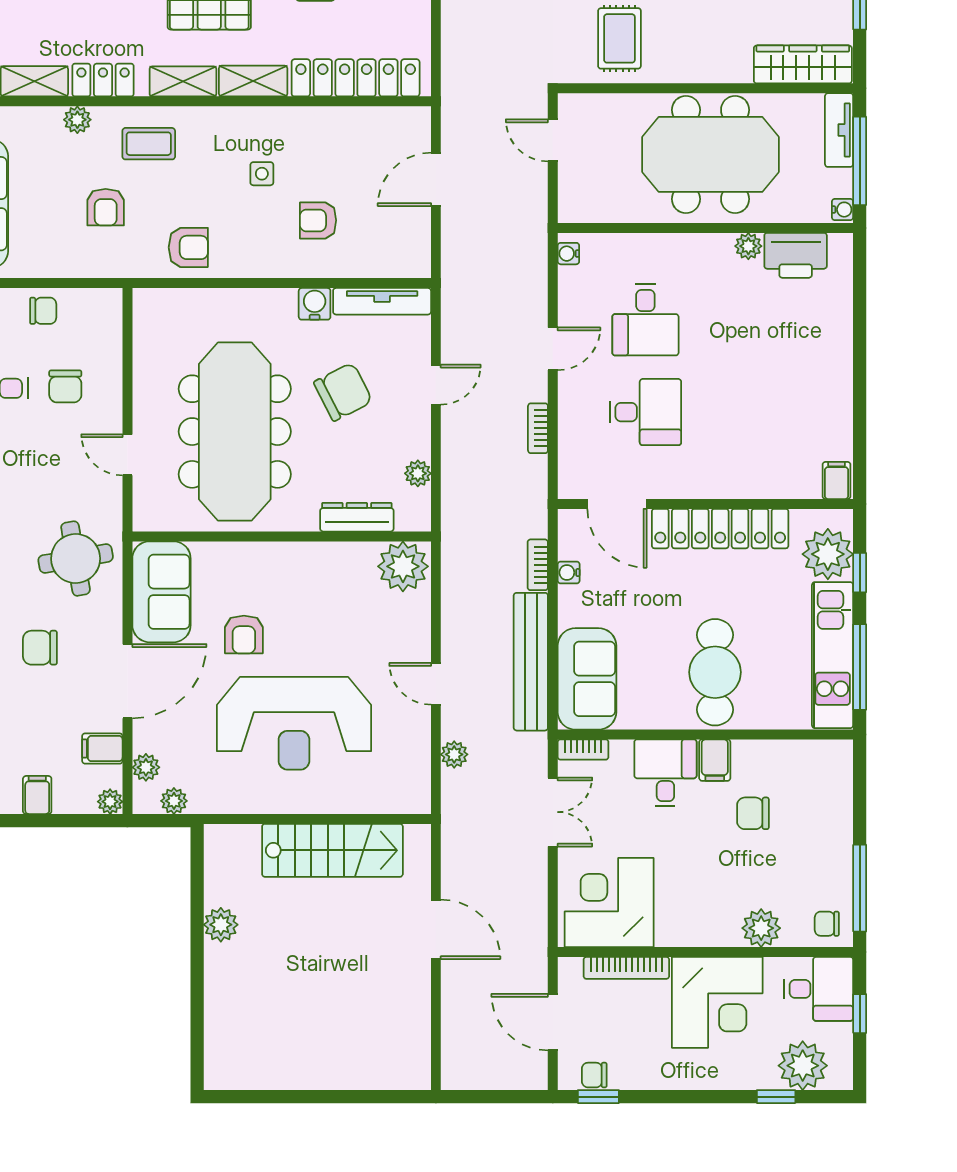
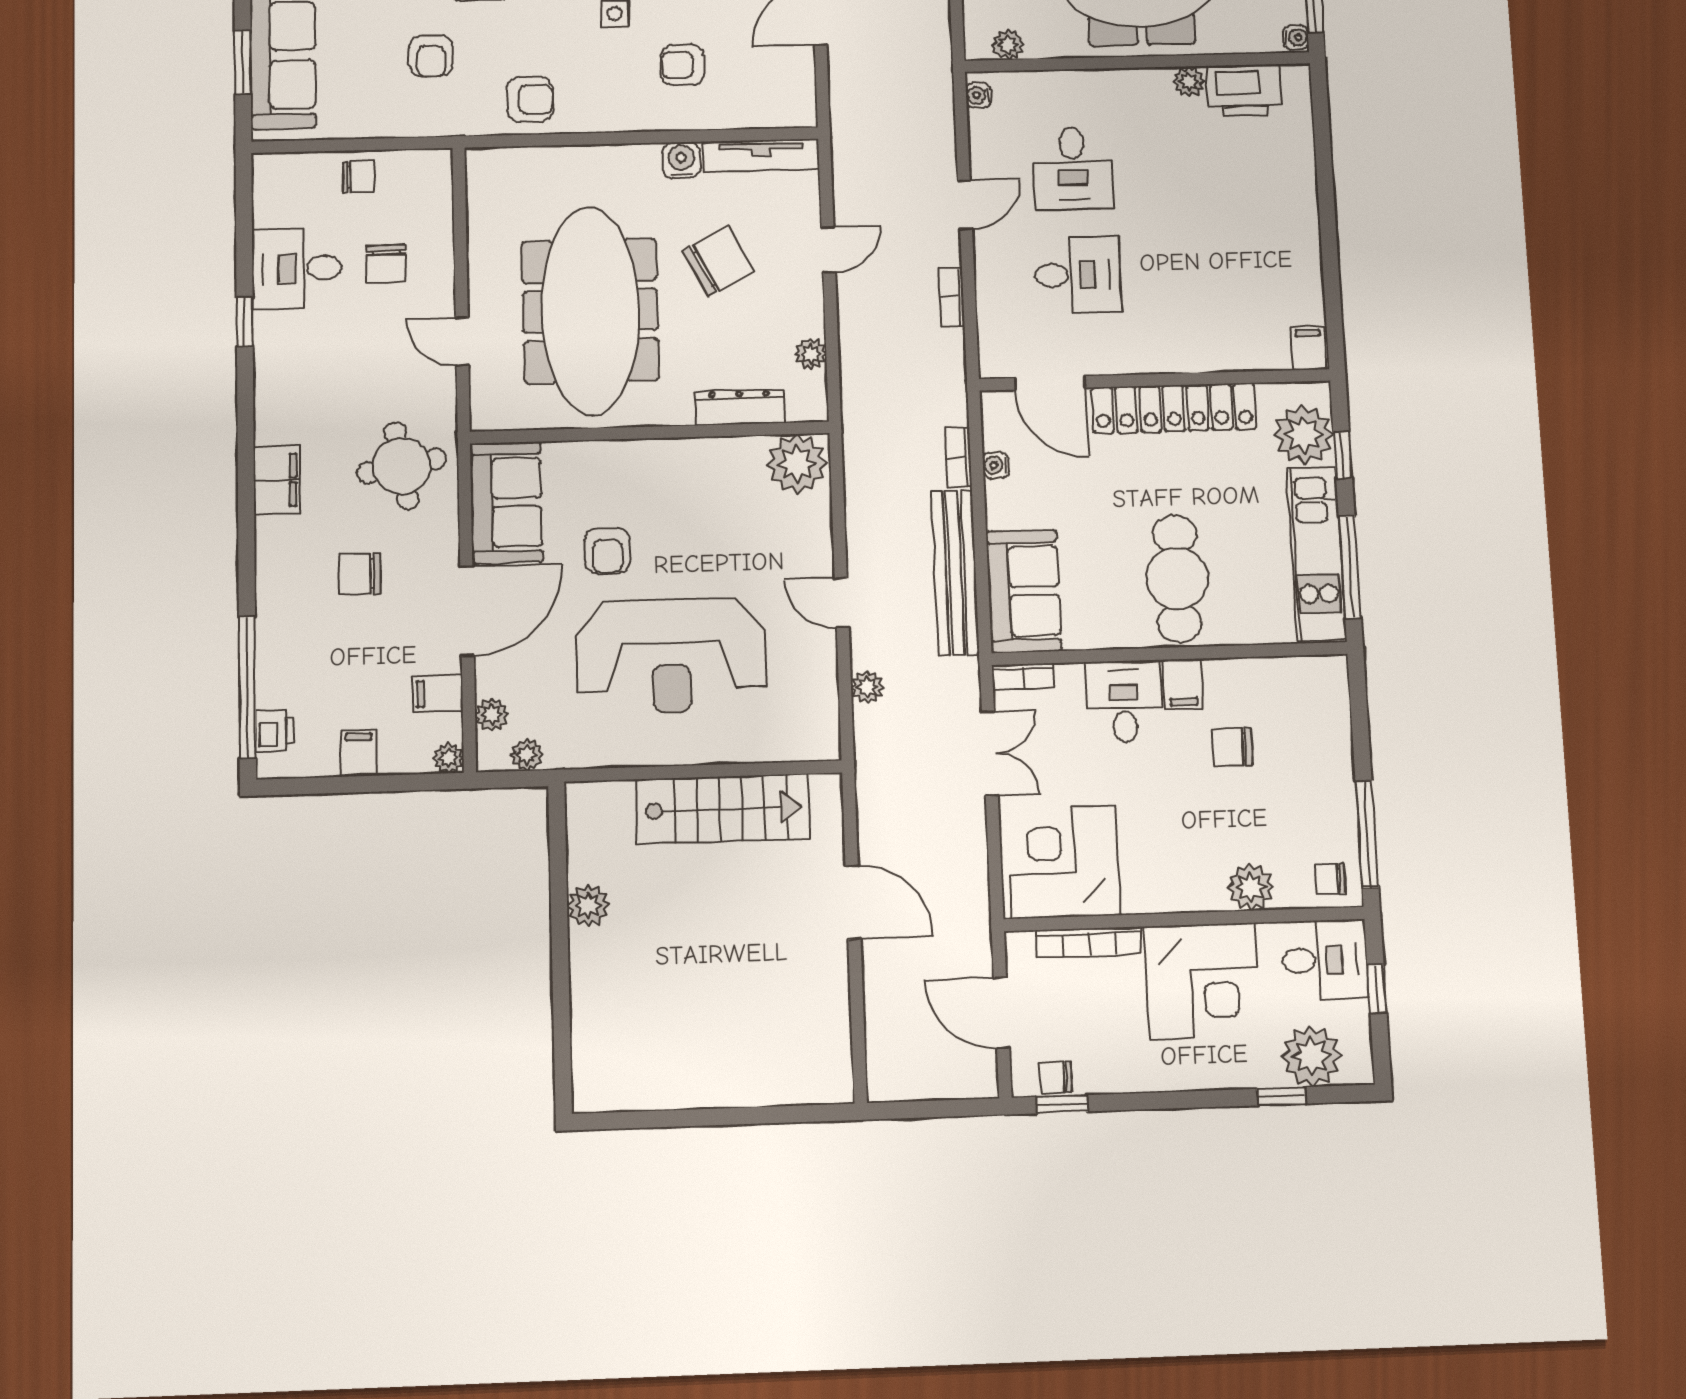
plant: (596, 210) -> (1008, 45), added

